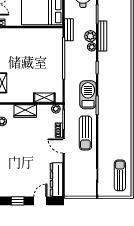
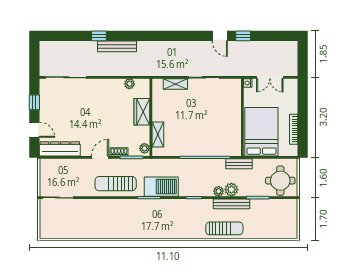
sun lounger: (120, 175) -> (224, 228), moved

